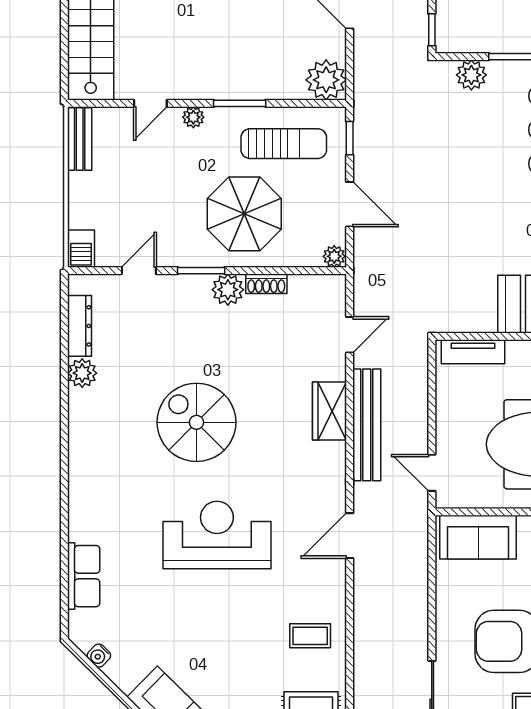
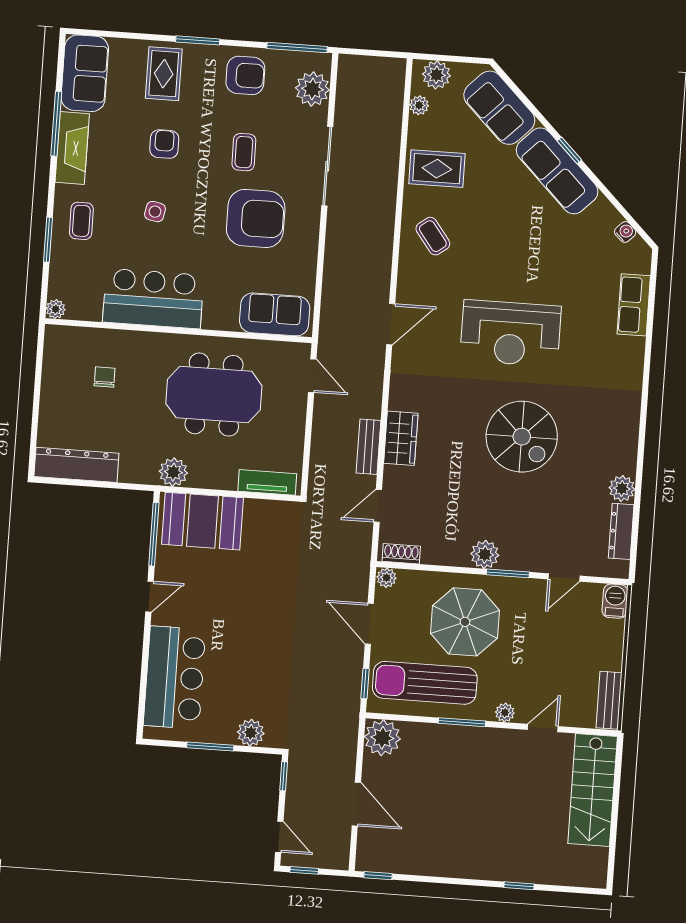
sun lounger: (284, 144) -> (425, 683), width x1.36, depth x1.34
shoe rack: (266, 284) -> (401, 554), moved
bench: (367, 425) -> (369, 447), width x0.54, depth x0.82
coffee table: (310, 636) -> (433, 236), turned 53

